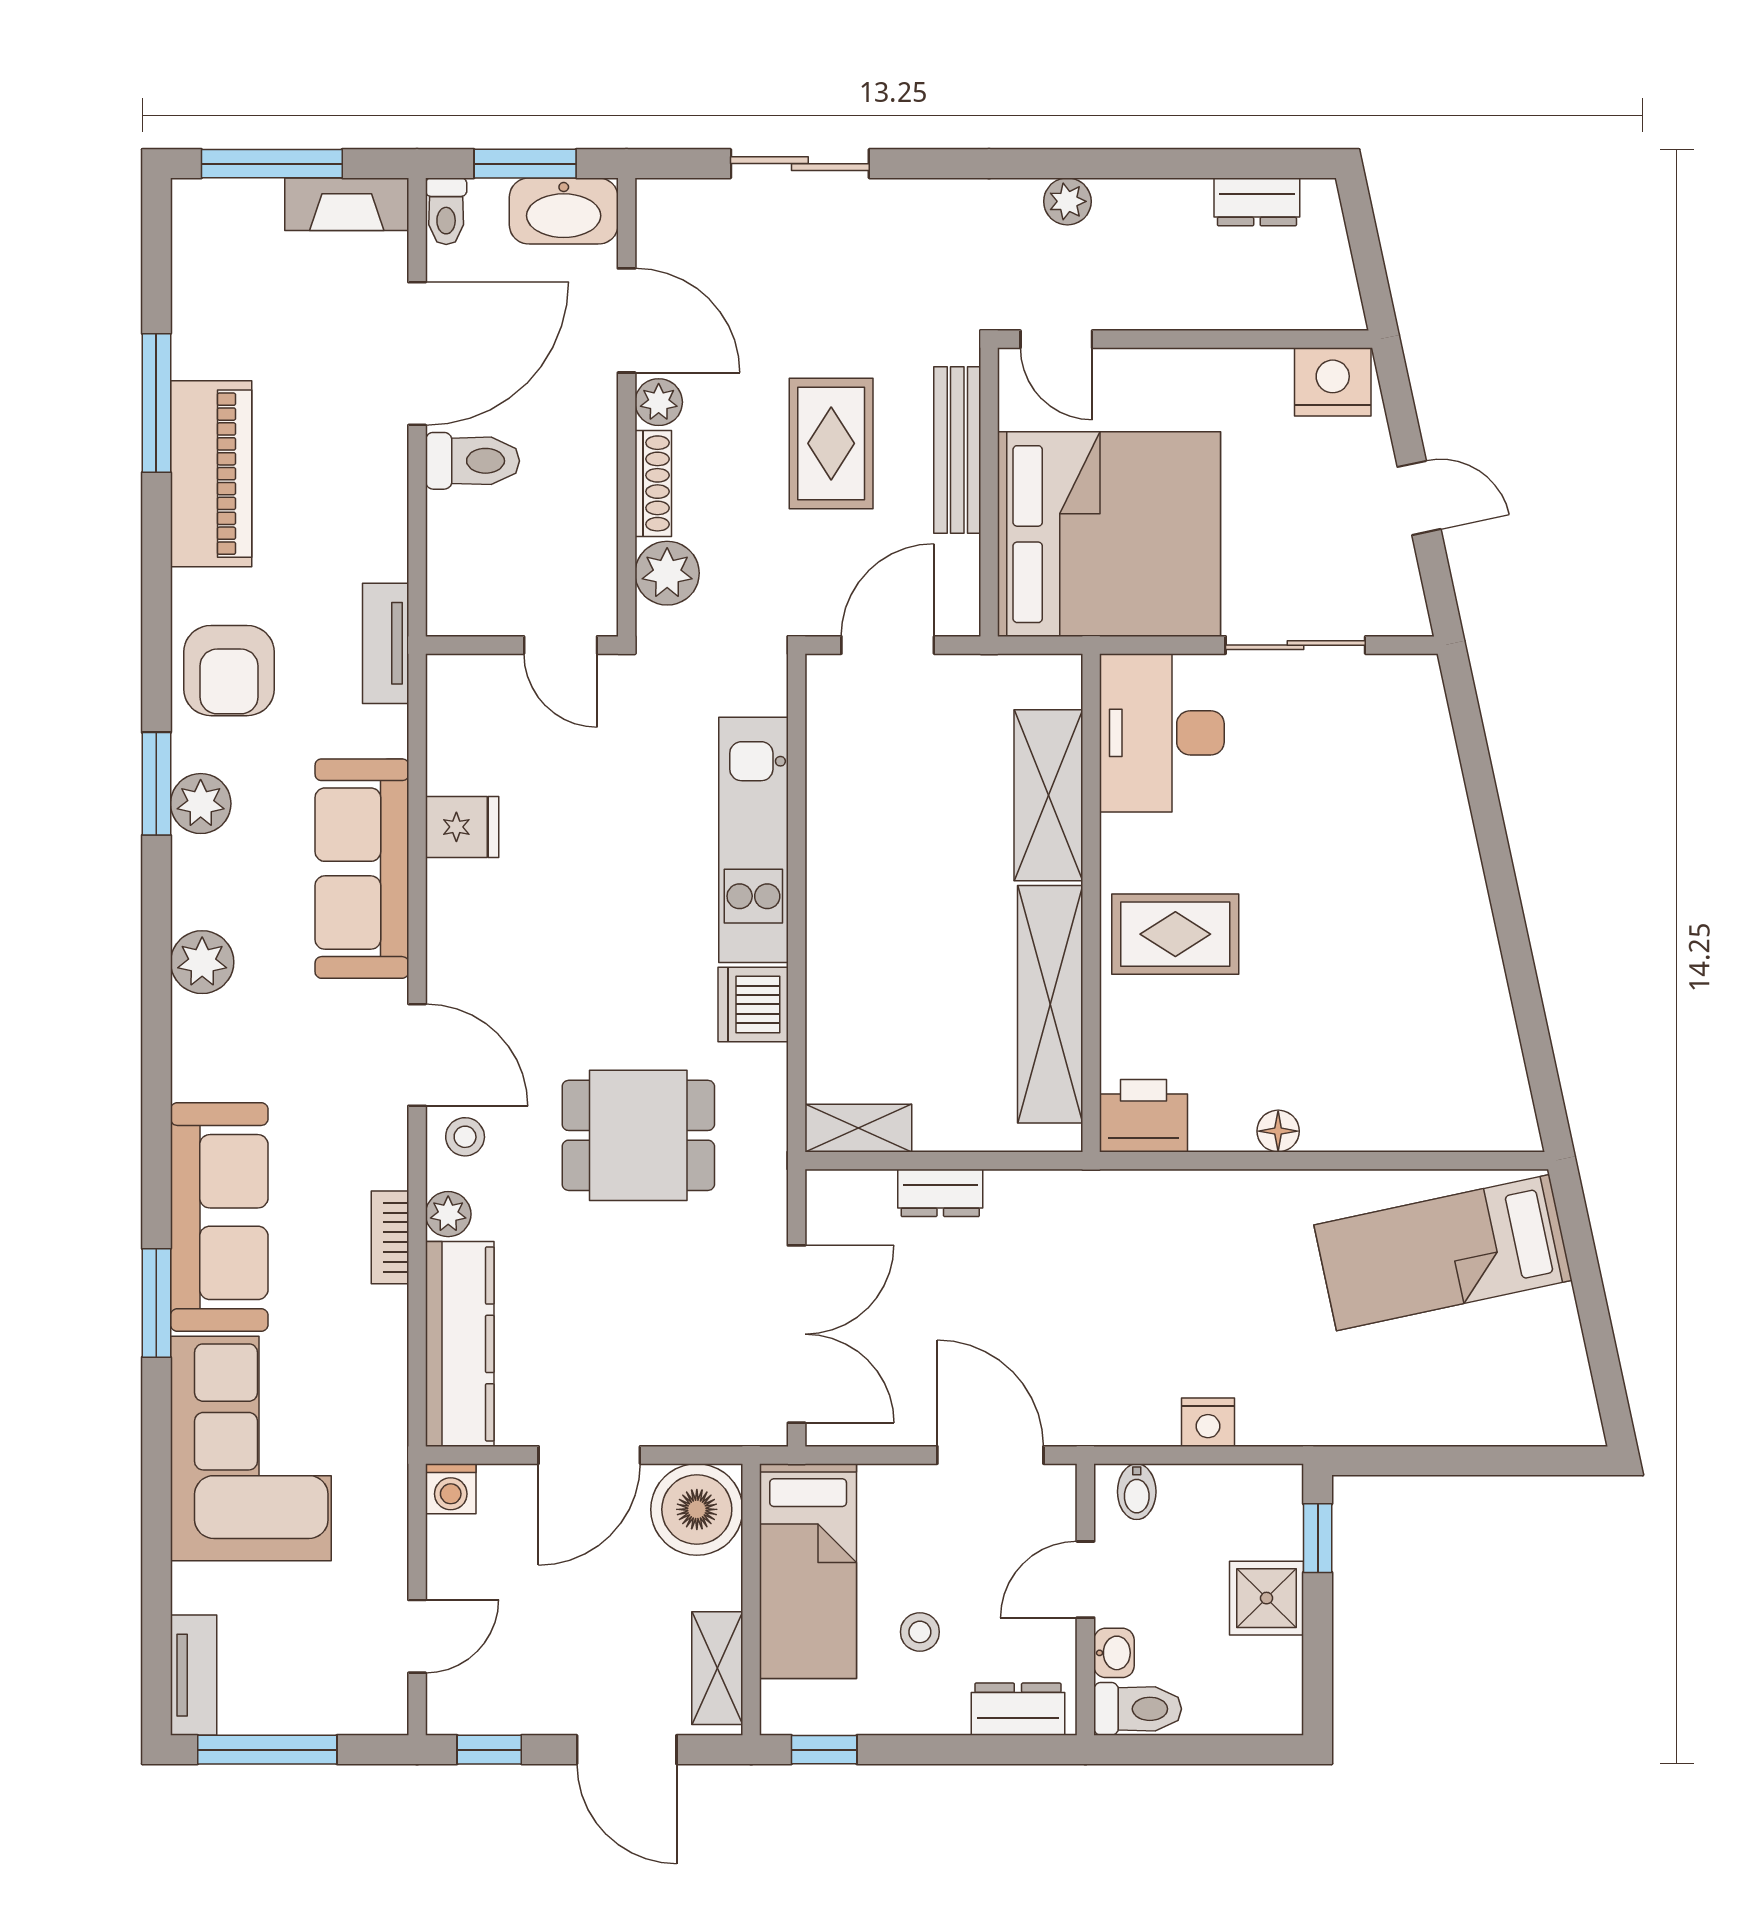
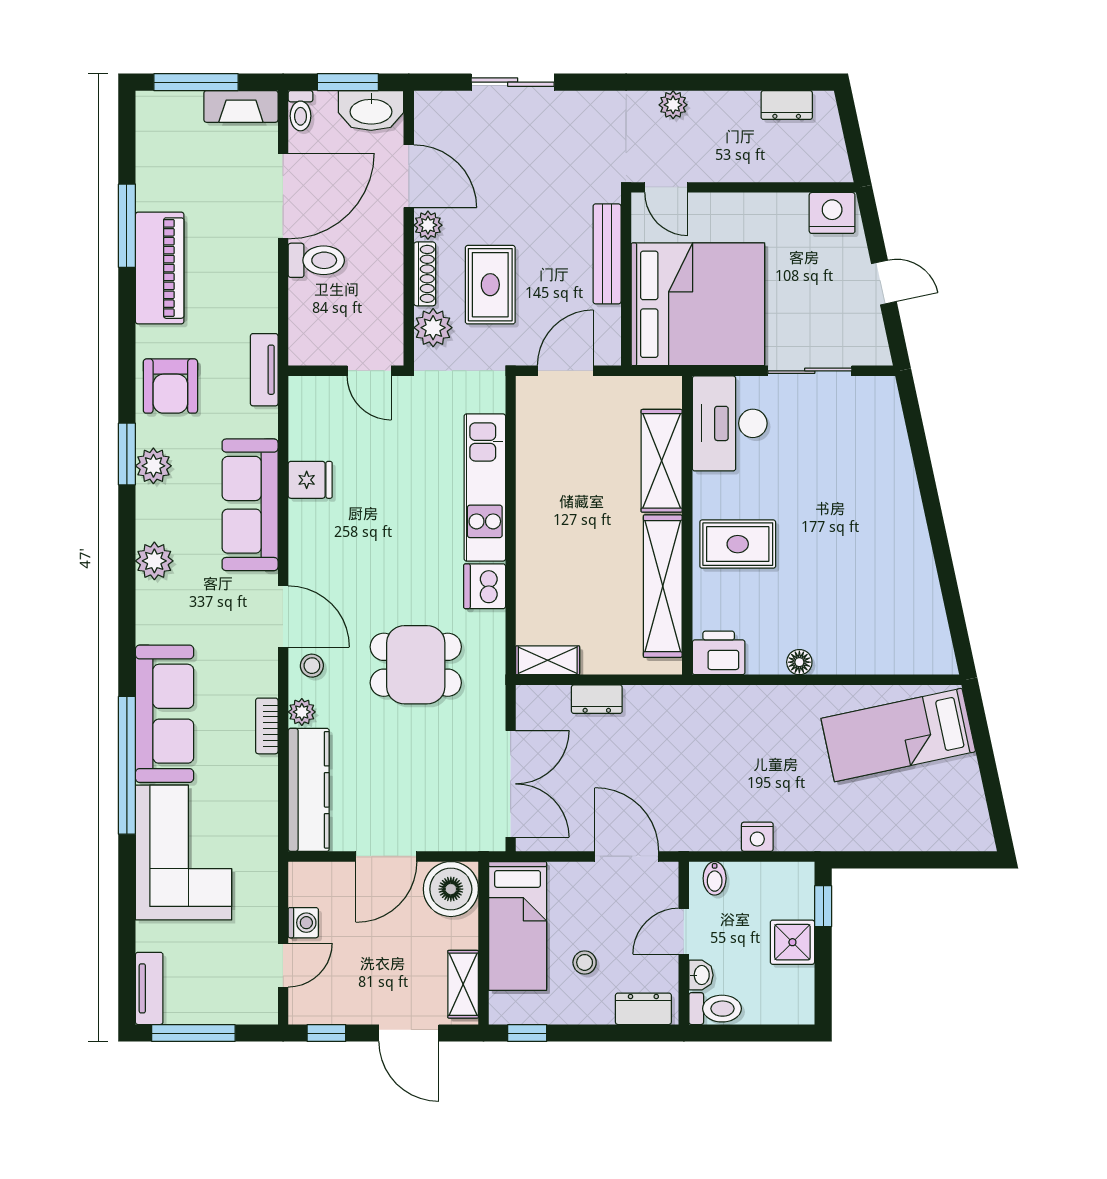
rug: (831, 443) -> (490, 285), moved
window: (156, 1303) -> (127, 765), width x2.11
washing machine: (451, 1489) -> (303, 923), moved, turned -90

